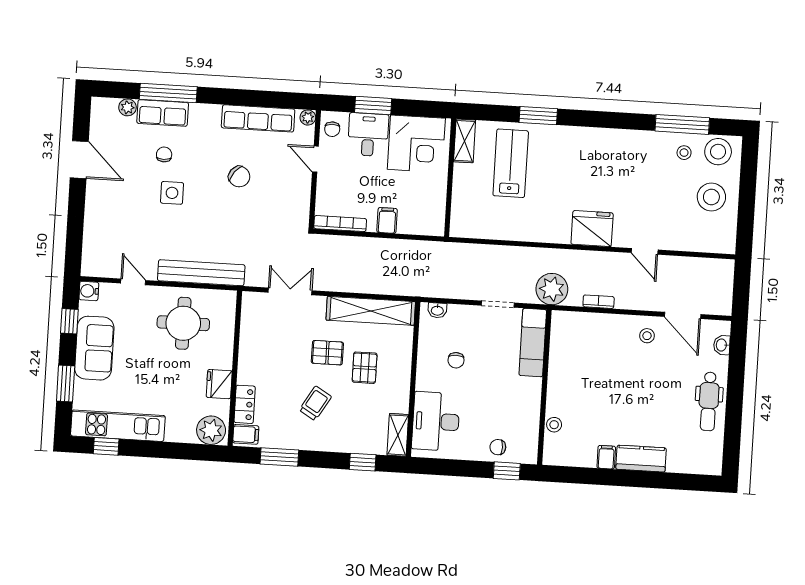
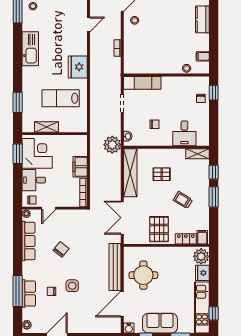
window: (373, 106) -> (18, 154), moved
plant: (127, 107) -> (27, 325), moved
window: (538, 116) -> (18, 102), moved
shelving: (465, 141) -> (47, 127), moved
kitchen sink: (607, 143) -> (30, 49), added
lab bench: (511, 163) -> (61, 98), moved
filing cabinet: (387, 220) -> (80, 167), width x2.00
fridge: (592, 229) -> (78, 67), moved
door: (133, 282) -> (122, 304), width x1.88
plant: (552, 289) -> (112, 145), moved
double door: (290, 291) -> (122, 218), width x1.37
pallet: (327, 353) -> (159, 229), moved, width x1.50, depth x1.42
fridge: (219, 384) -> (202, 273), moved, turned 90
desk: (436, 421) -> (184, 133), width x0.73
window: (279, 457) -> (214, 197), moved
filing cabinet: (606, 457) -> (203, 56), moved

